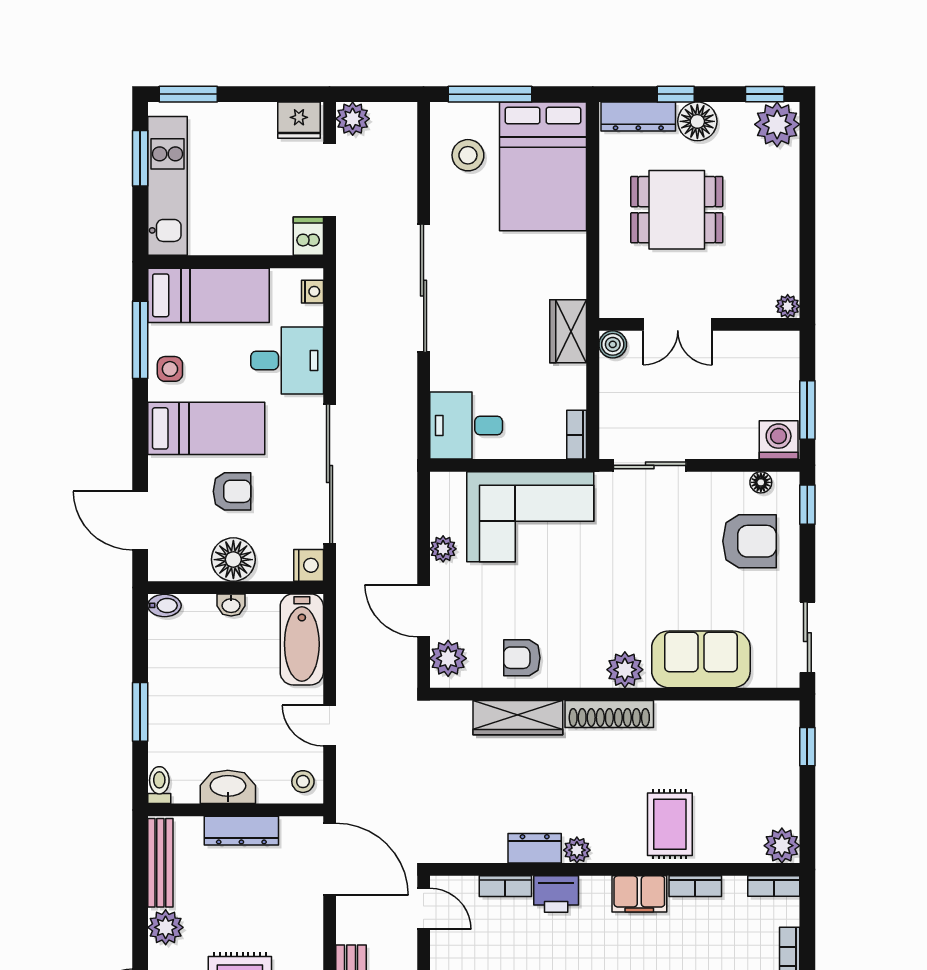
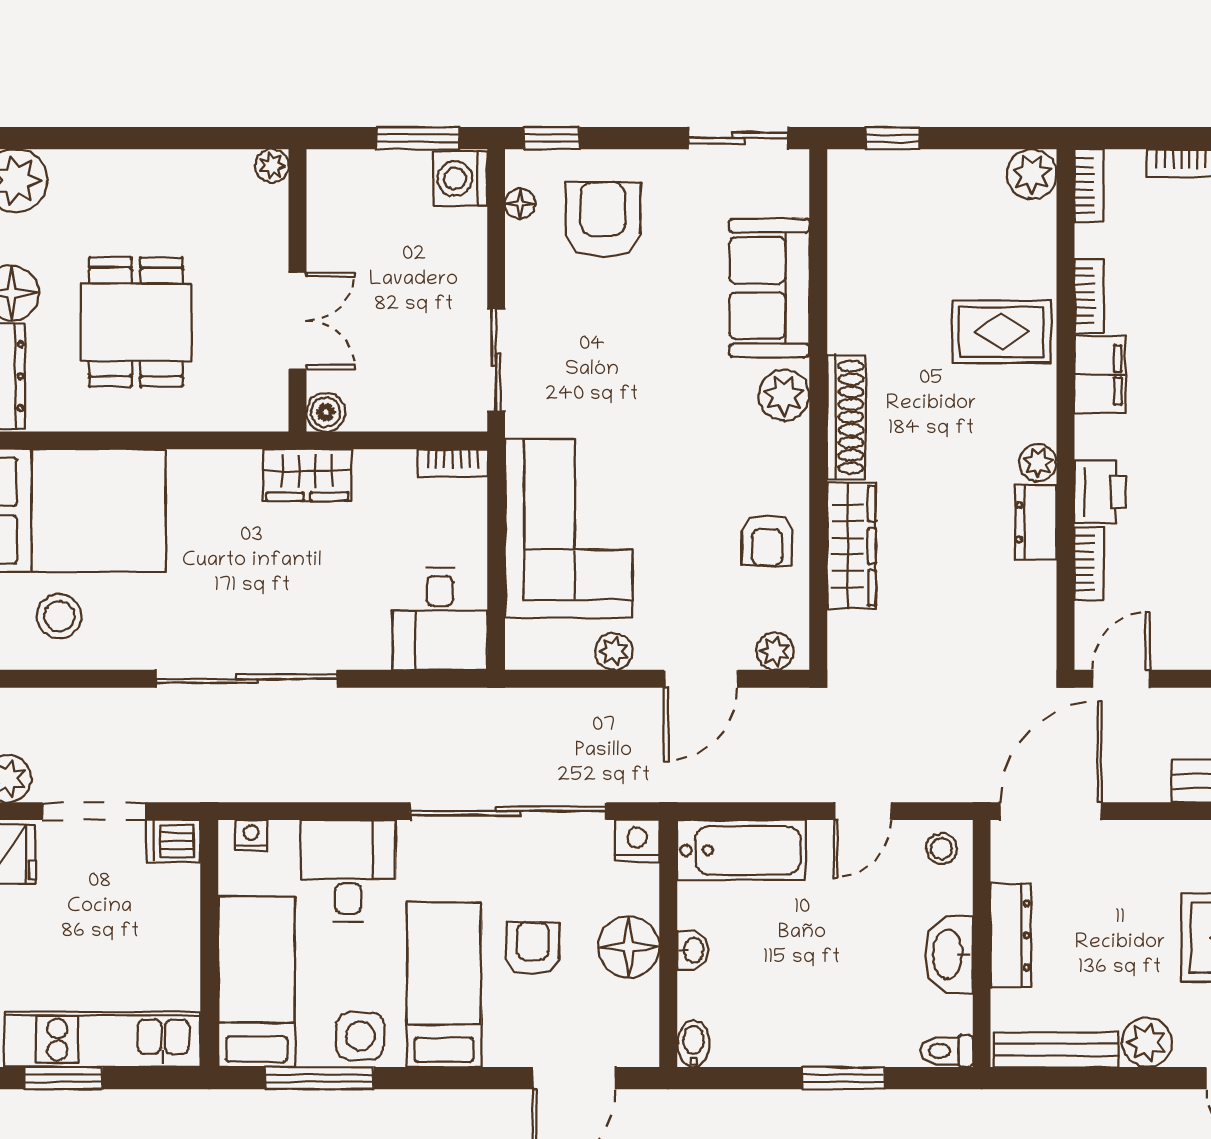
side table: (170, 369) -> (360, 1036), width x1.37, depth x1.37
plant: (448, 658) -> (775, 651), width x0.73, depth x0.73

